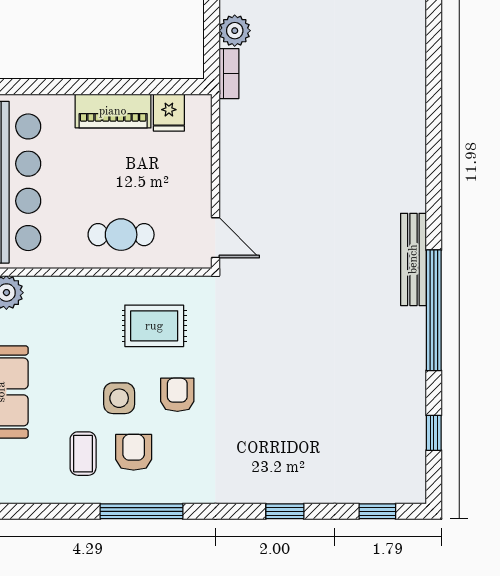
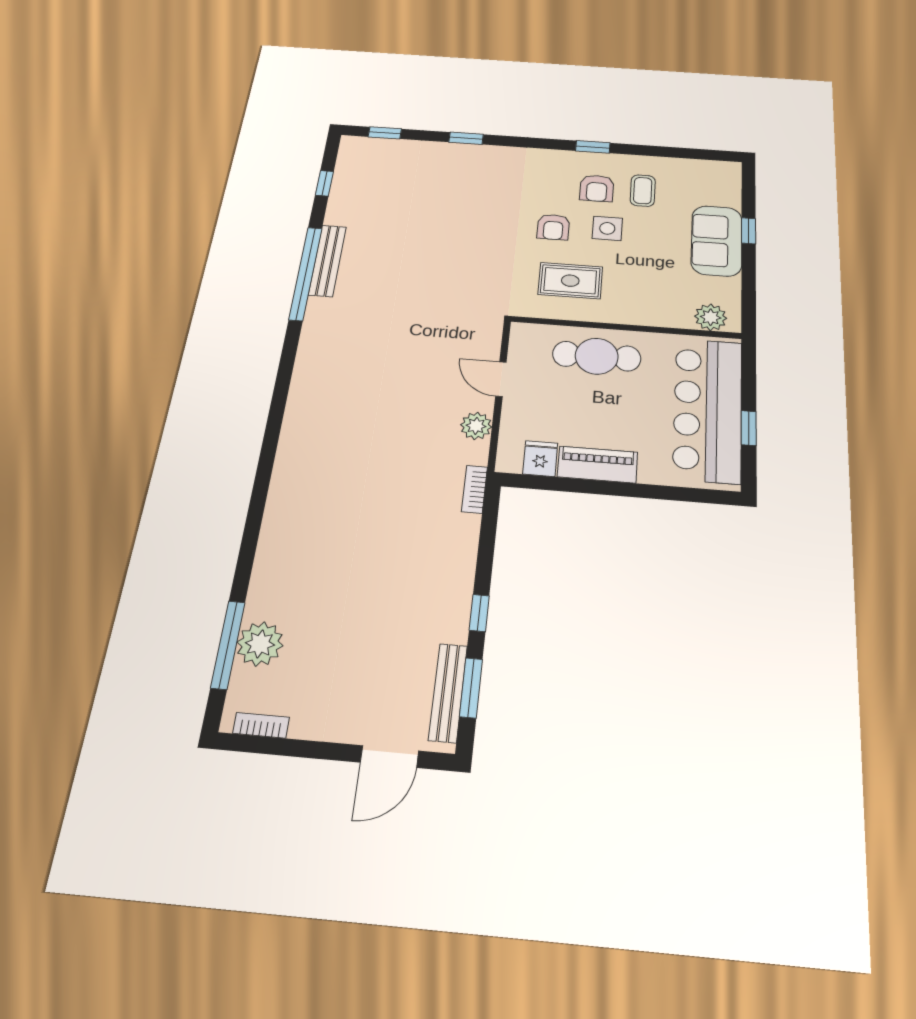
plant: (235, 31) -> (476, 426), moved
cafe table: (121, 235) -> (597, 356), width x1.37, depth x1.35
door: (215, 238) -> (501, 379), moved
bench: (413, 259) -> (327, 261), moved
window: (141, 511) -> (593, 147), width x0.46

